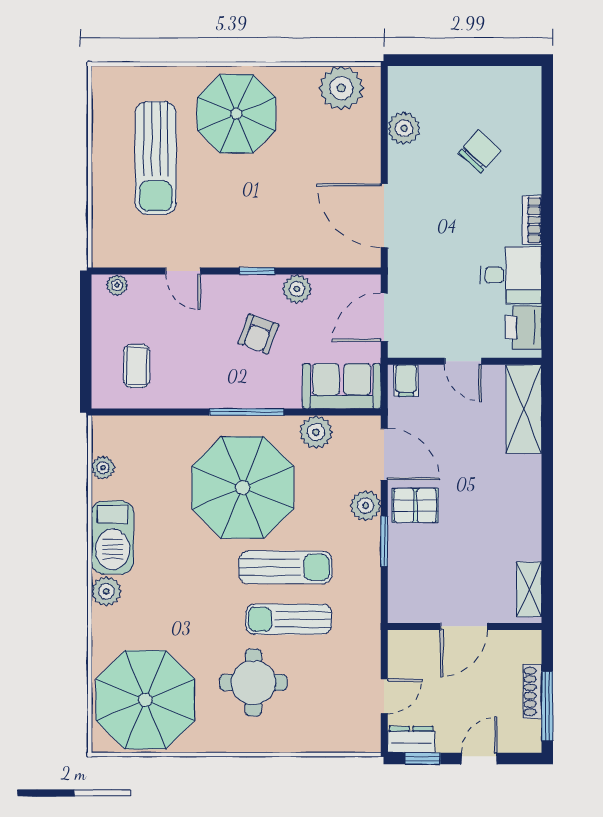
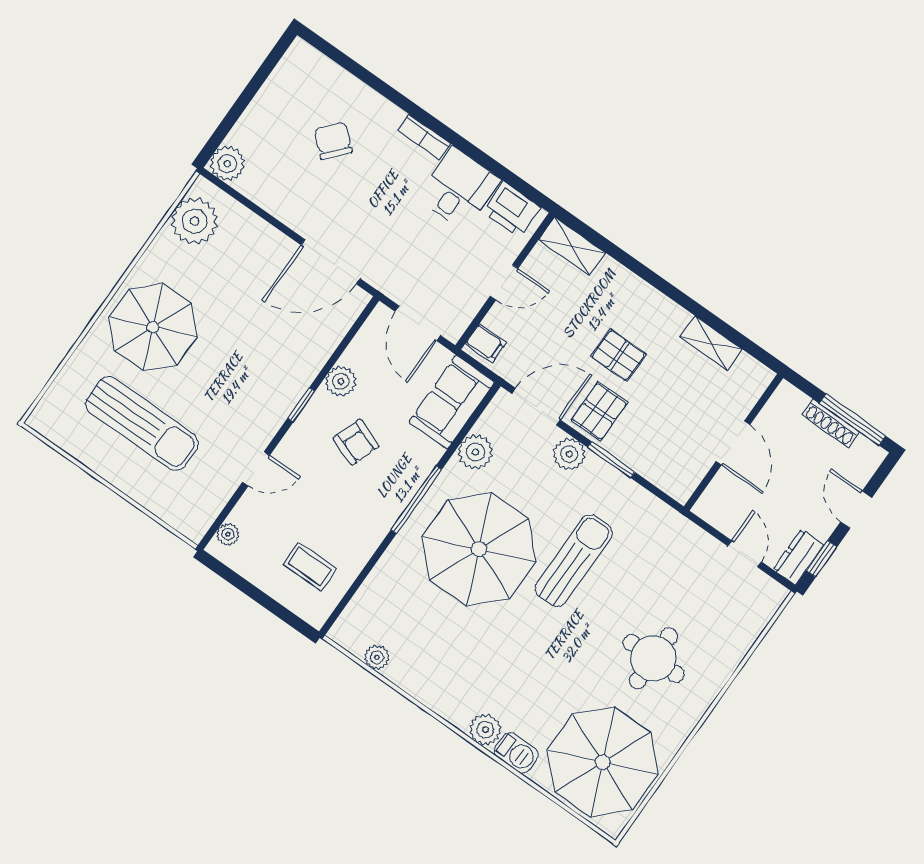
plant: (404, 128) -> (227, 164), moved
shelving: (524, 409) -> (572, 246), width x0.67, depth x0.75
pallet: (469, 490) -> (618, 355), added
barbecue: (113, 538) -> (516, 753), moved, width x0.53, depth x0.65
shelving: (529, 589) -> (711, 343), moved
sun lounger: (289, 619) -> (620, 589), removed

